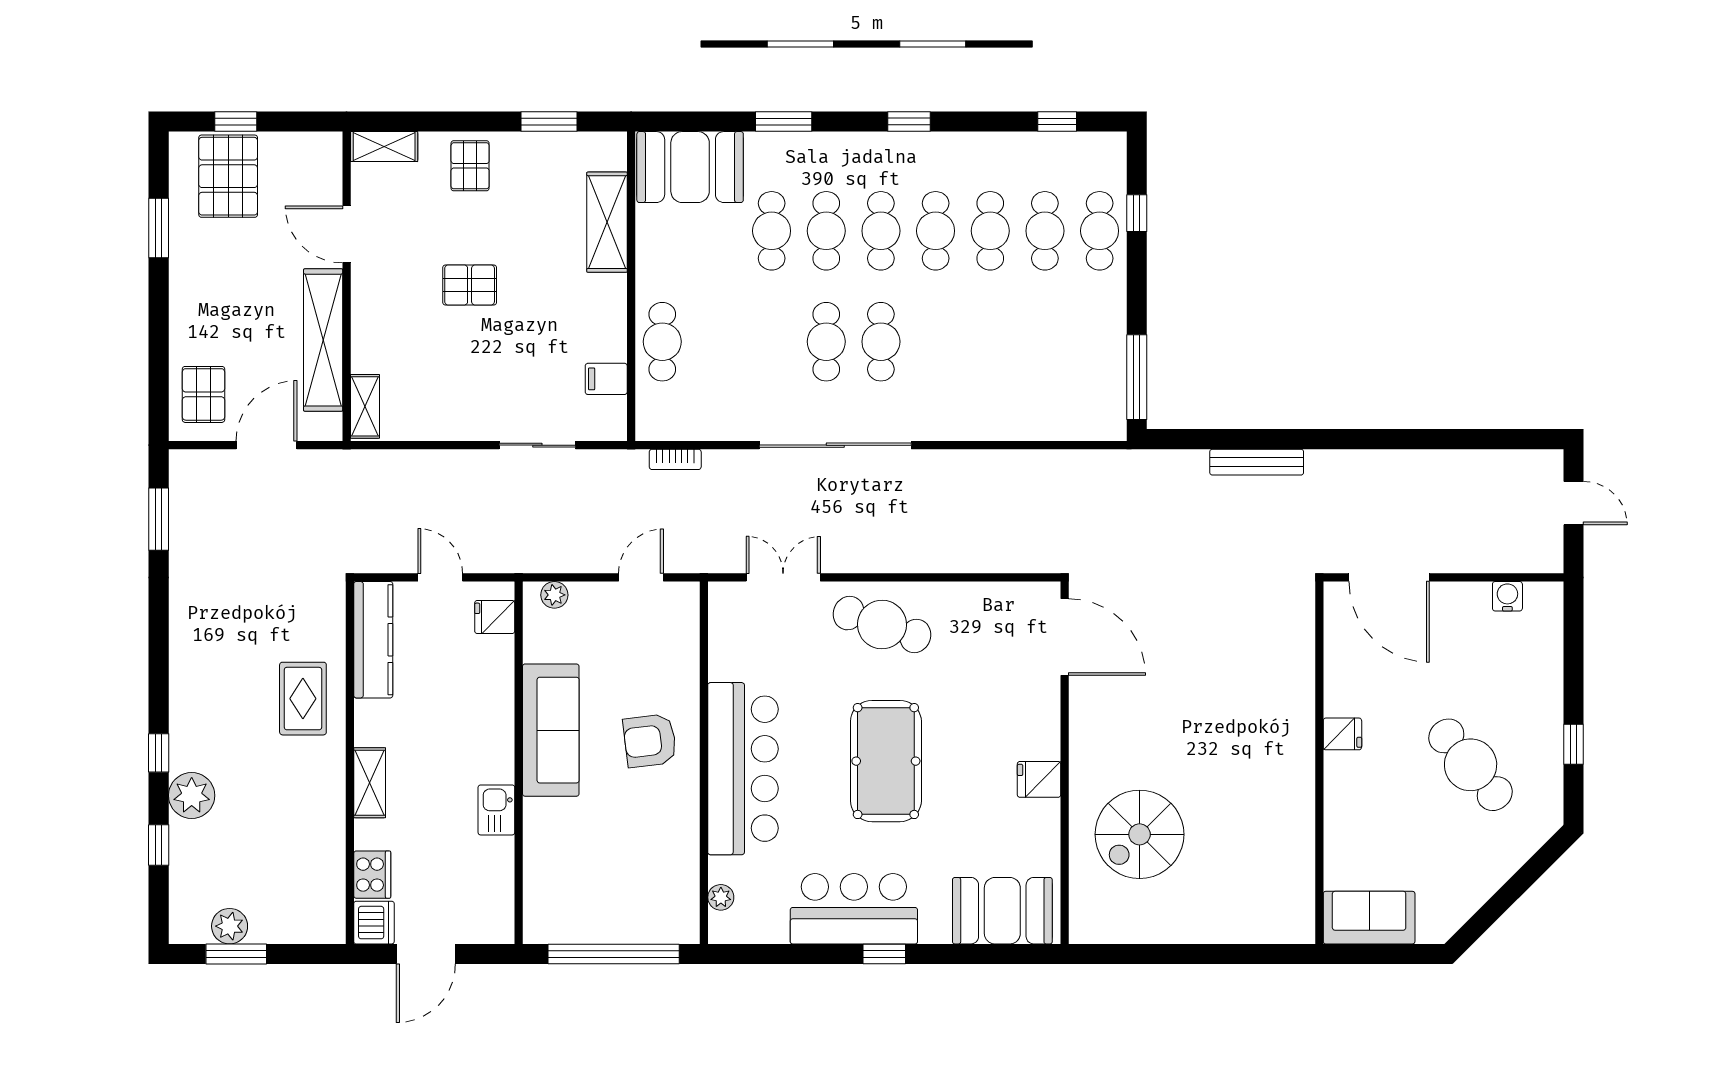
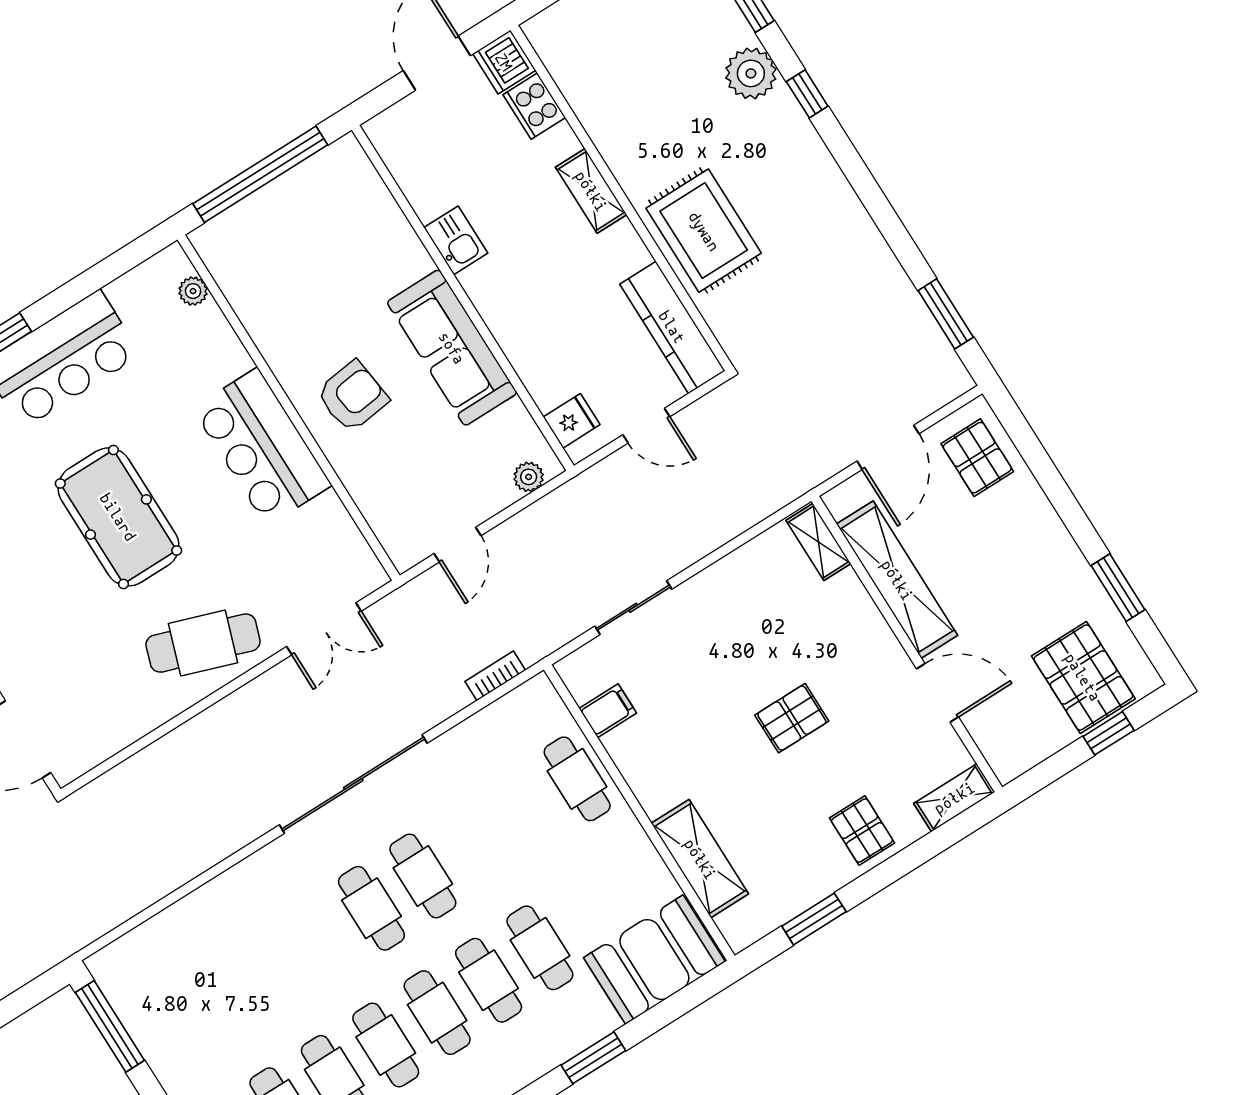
rug: (303, 699) -> (704, 231), width x1.36, depth x1.43
bar counter: (743, 769) -> (262, 447), width x0.73

